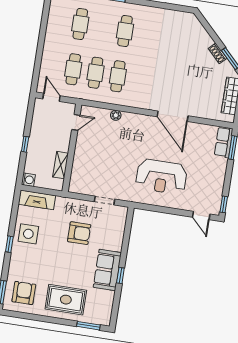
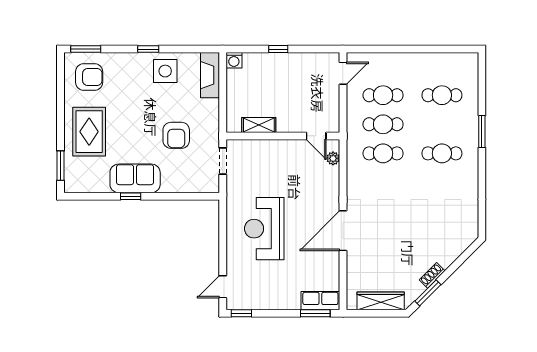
door: (76, 122) -> (316, 136), moved
wall: (72, 148) -> (283, 136), moved
shelving: (61, 165) -> (259, 125), moved

